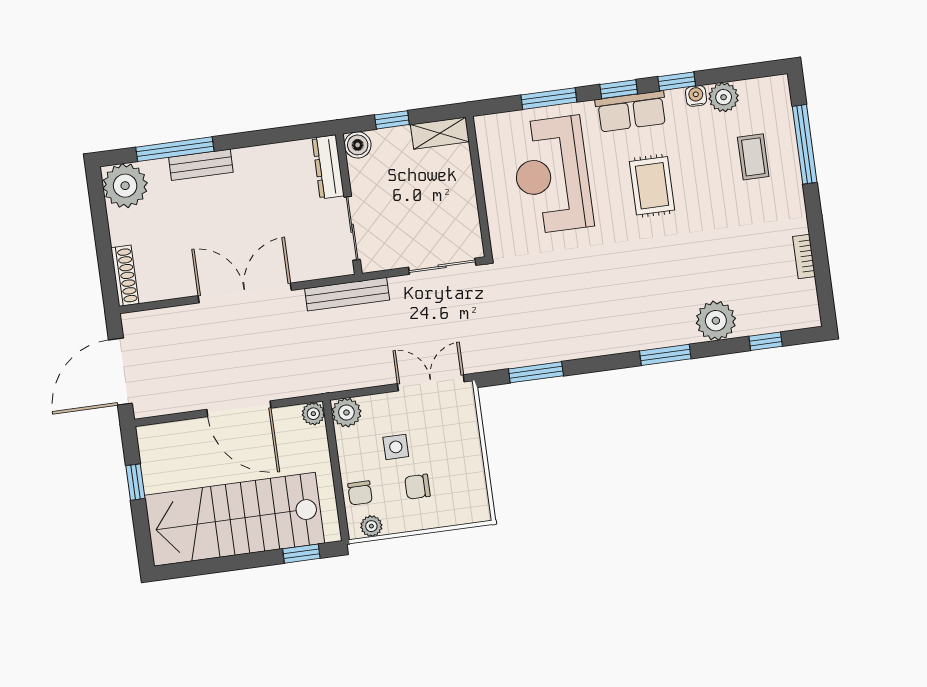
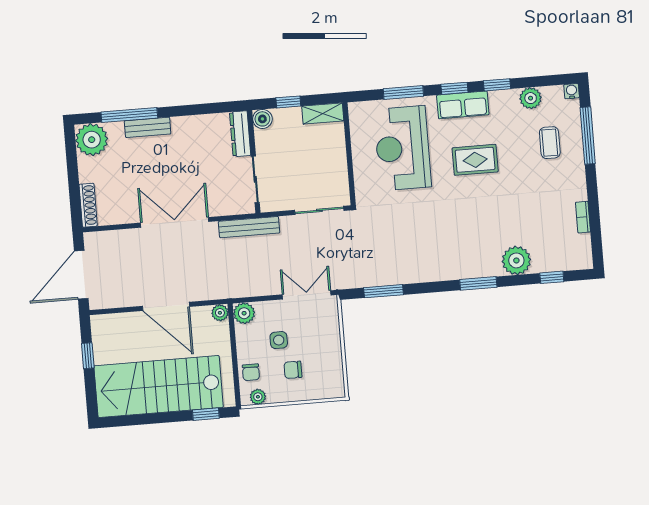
water cooler: (696, 96) -> (572, 91), moved
rug: (652, 186) -> (475, 160), turned 90

